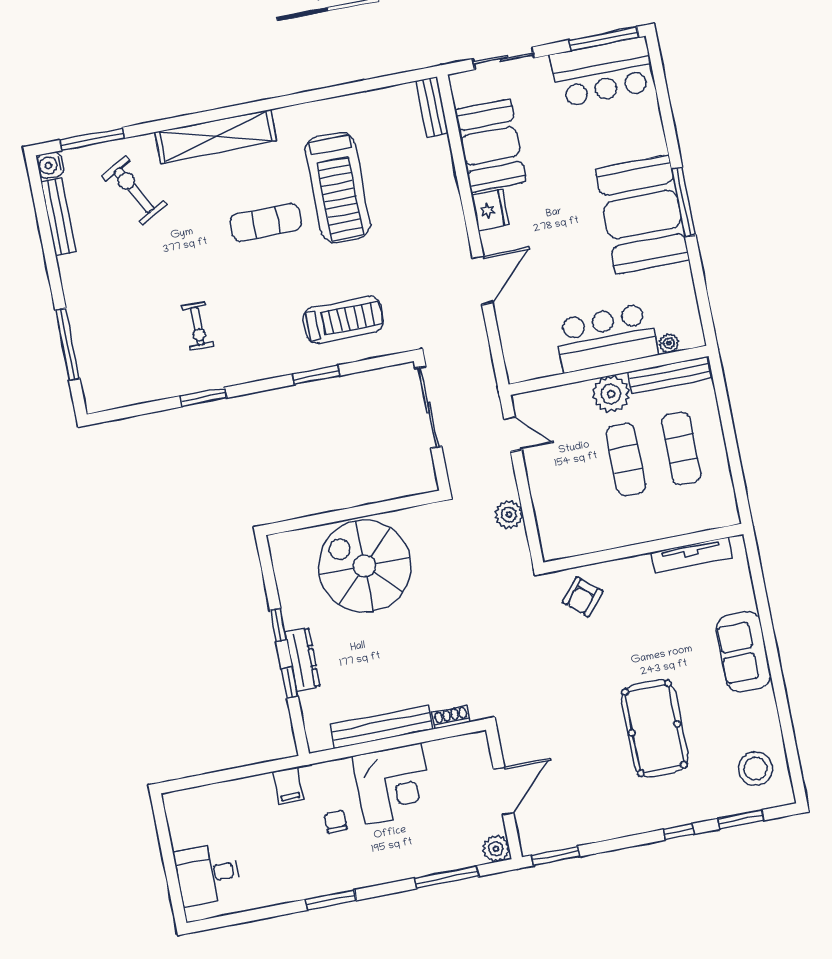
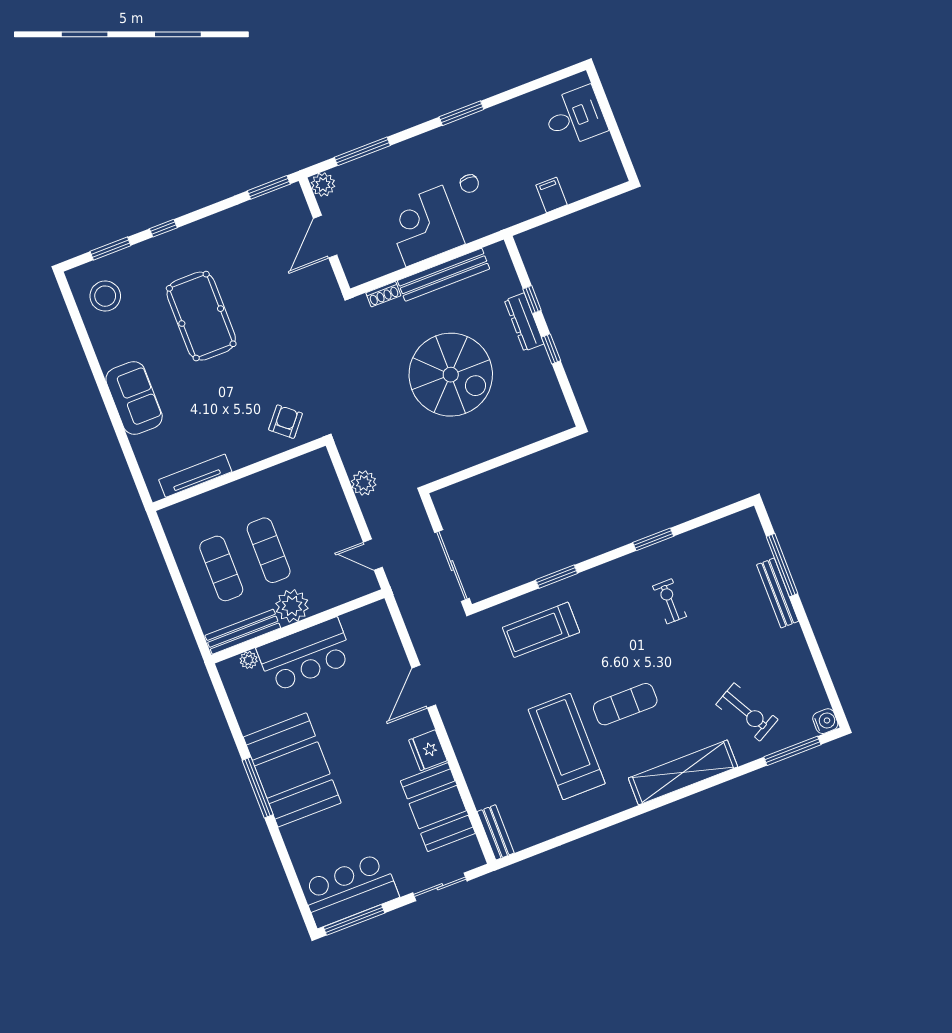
bench: (59, 217) -> (778, 593), moved
spiral stairs: (365, 566) -> (451, 375), moved
filing cabinet: (288, 785) -> (551, 195), moved

